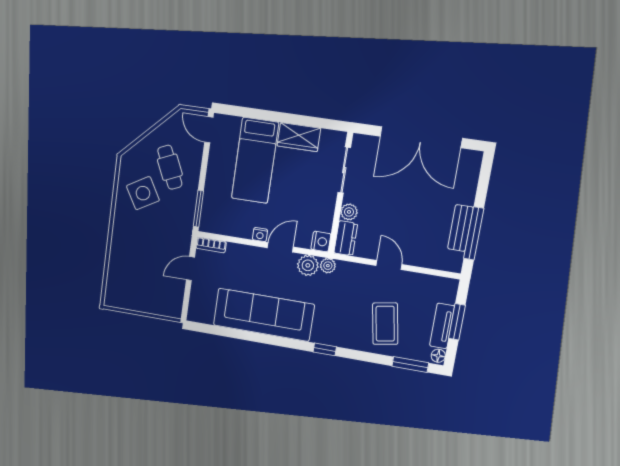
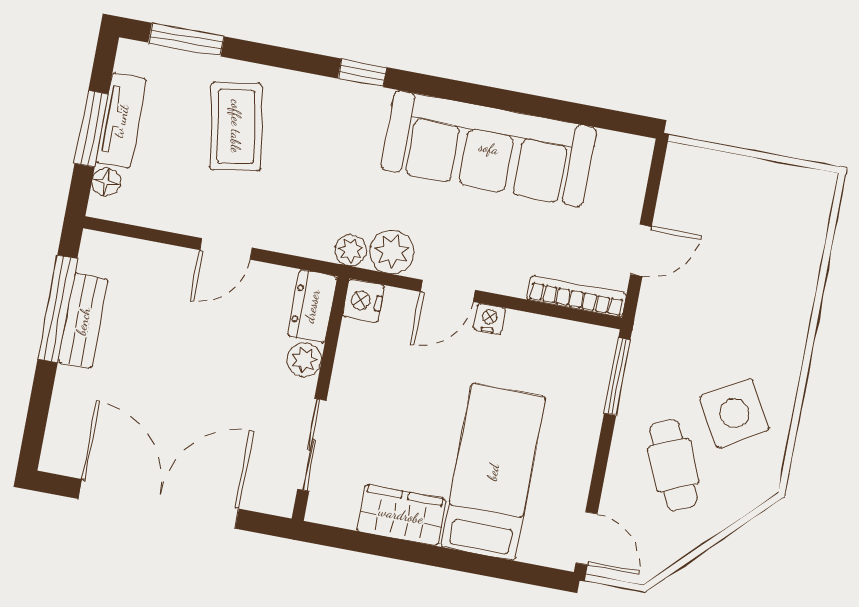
bookcase: (211, 245) -> (577, 296), width x1.56
door: (389, 265) -> (226, 249), hinge flipped
floor lamp: (438, 356) -> (106, 182), moved

